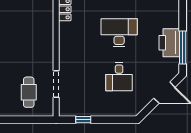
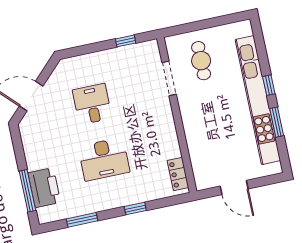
printer: (169, 43) -> (44, 188), moved
window: (183, 47) -> (27, 191), moved

